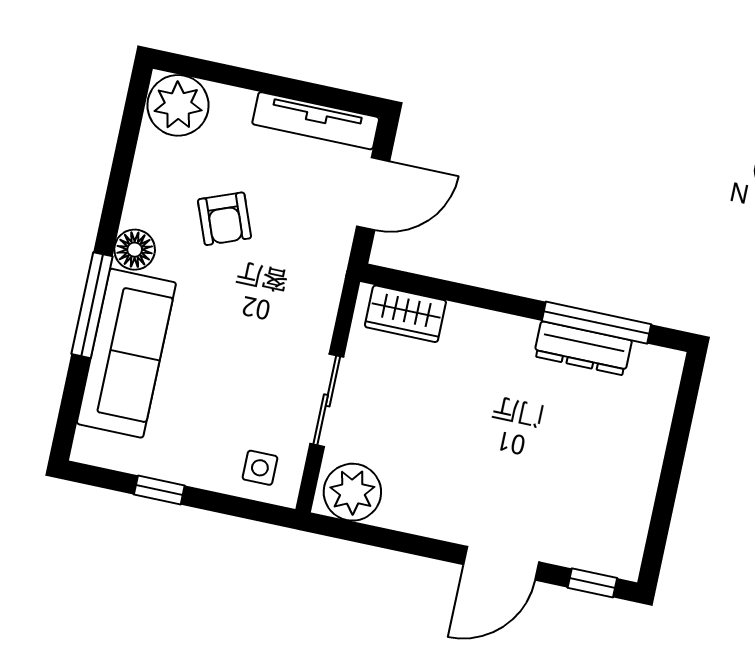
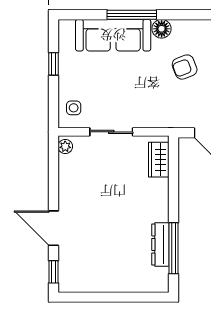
plant: (352, 492) -> (65, 146), width x0.53, depth x0.53

